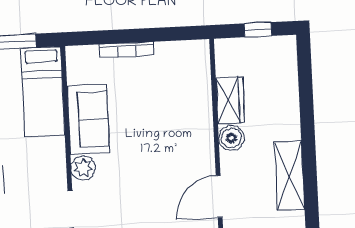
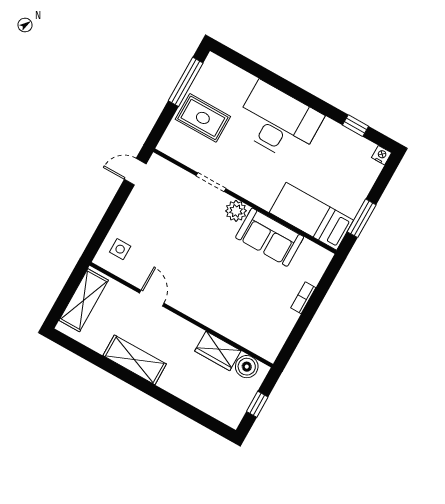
bookcase: (127, 50) -> (303, 298), width x0.64
boiler: (231, 138) -> (247, 367), moved
door: (219, 197) -> (152, 298), width x0.73

